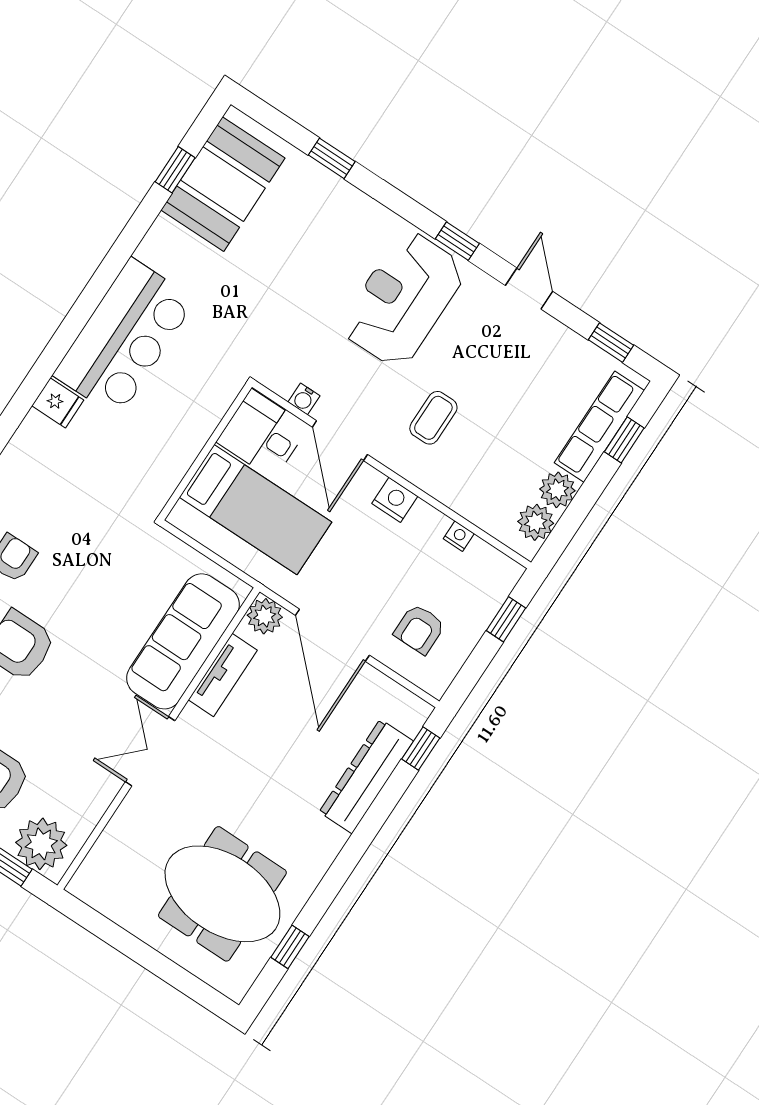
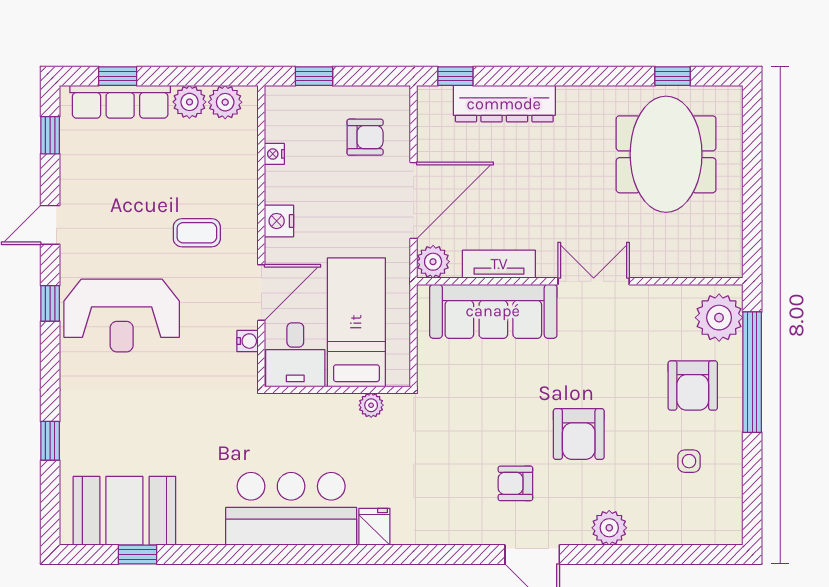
plant: (171, 473) -> (371, 405), added
double door: (150, 751) -> (594, 281), swing flipped

